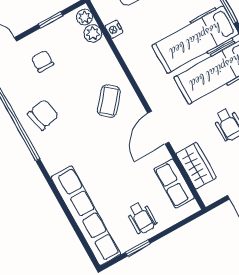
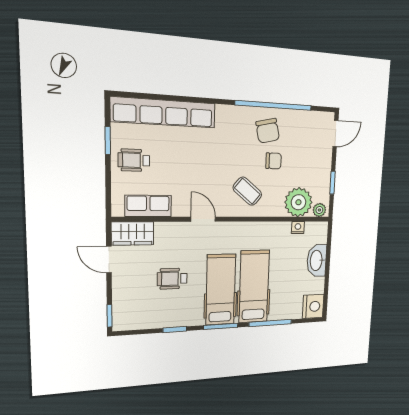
plant: (93, 33) -> (298, 202), width x1.88, depth x1.88
chair: (43, 61) -> (274, 161), moved
door: (158, 128) -> (203, 219), width x0.73
wardrobe: (196, 166) -> (133, 233), moved

